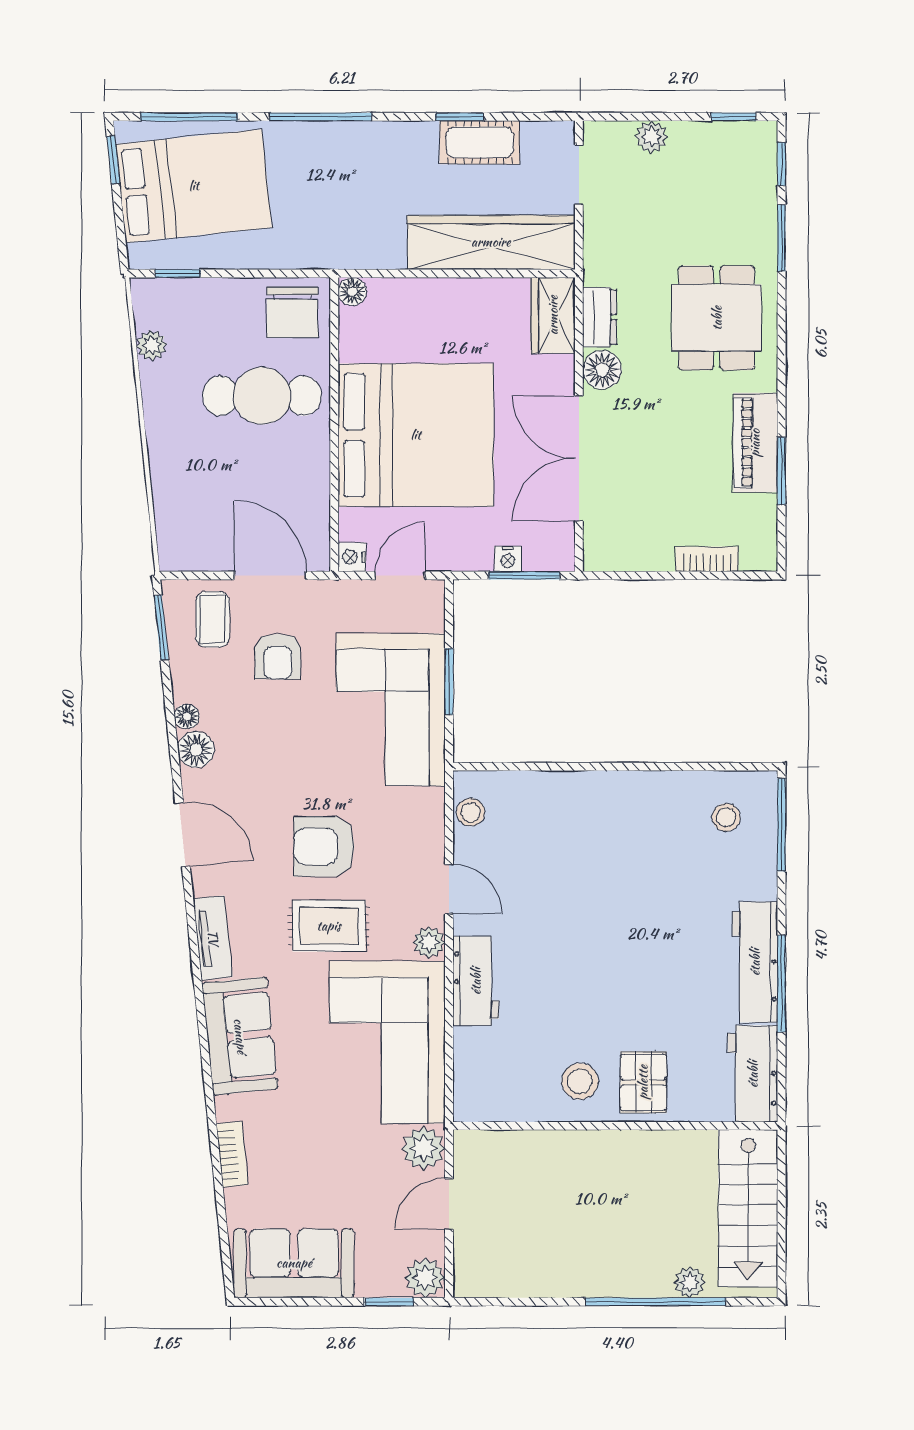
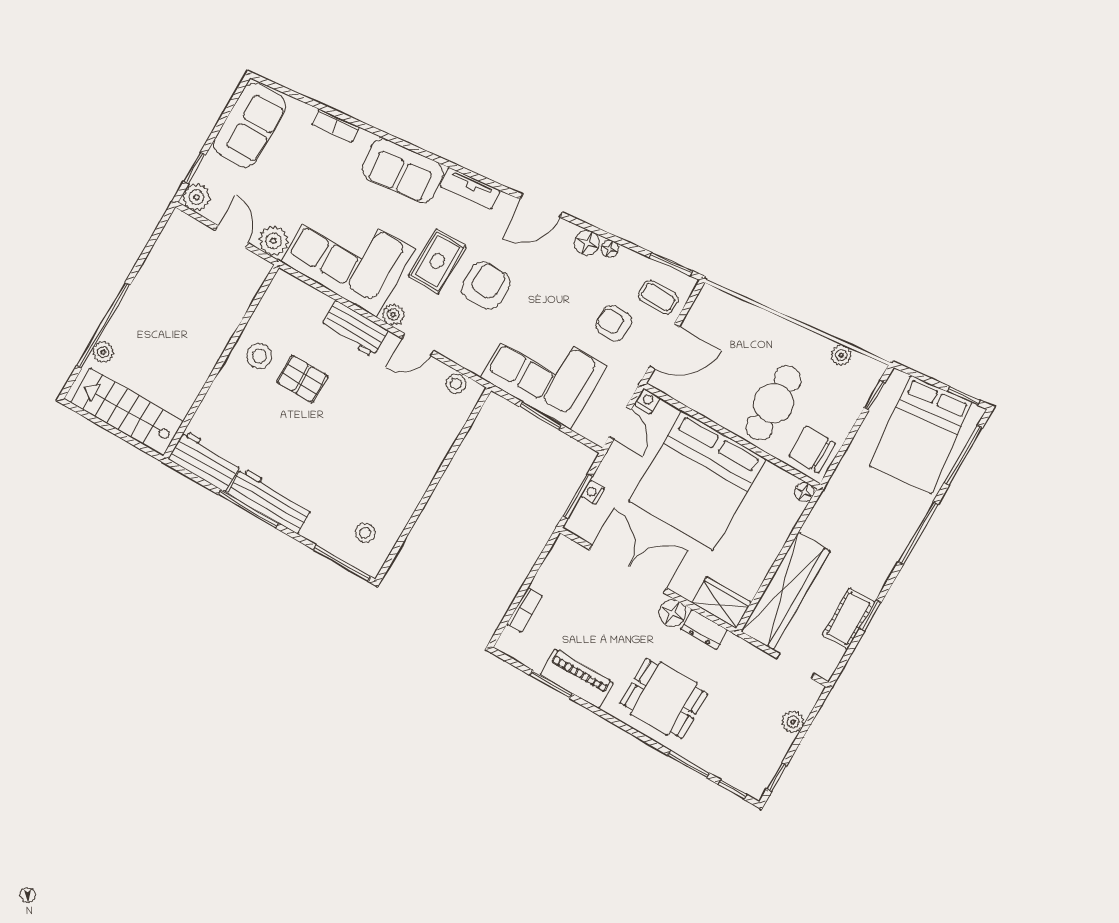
pallet: (643, 1082) -> (302, 379), moved

